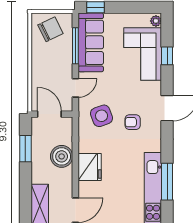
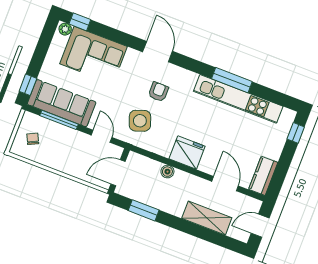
chair: (50, 29) -> (33, 139), width x0.54, depth x0.54
window: (167, 56) -> (80, 22), moved
armchair: (133, 122) -> (158, 92), turned 180
boiler: (62, 156) -> (167, 172), width x0.54, depth x0.54

